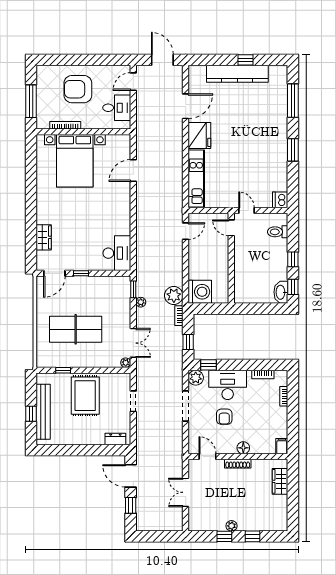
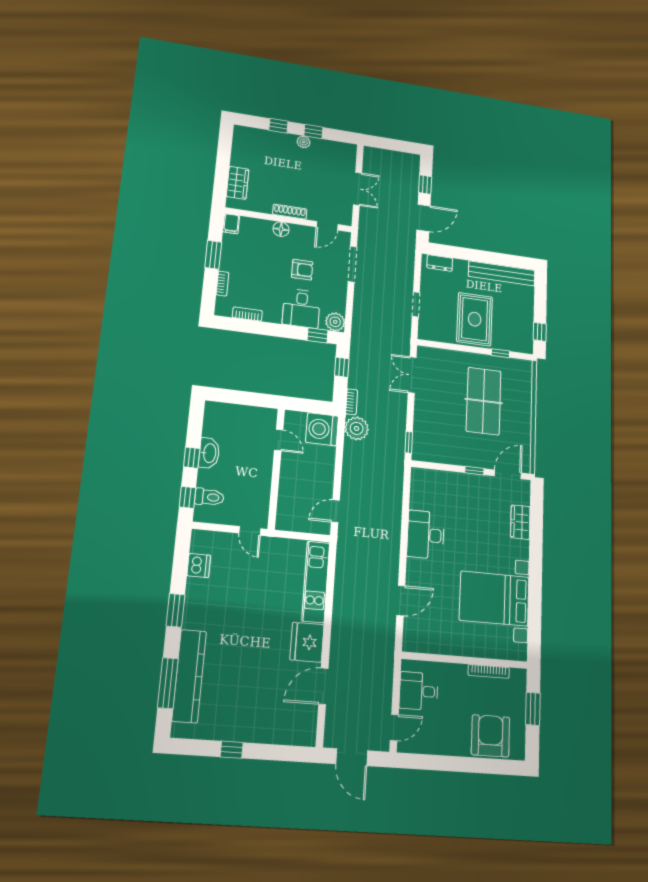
kitchen counter: (237, 74) -> (189, 676), moved, turned 90
armchair: (78, 89) -> (490, 736), moved, turned -90
window: (31, 101) -> (533, 709), width x0.69
bed with nightstands: (75, 161) -> (494, 599), moved, turned -90
dishwasher: (280, 200) -> (199, 565), moved
door: (231, 228) -> (279, 440), moved
desk: (117, 253) -> (426, 535), moved
window: (293, 287) -> (188, 497), moved
washbasin: (281, 292) -> (209, 453), moved
plant: (141, 302) -> (400, 425), removed
table tennis table: (76, 329) -> (484, 401), turned 90
plant: (126, 363) -> (423, 352), removed
desk: (228, 385) -> (301, 308), width x0.73
doorway: (186, 406) -> (352, 264), moved
bench: (43, 412) -> (502, 273), moved, turned 90
window: (31, 414) -> (540, 332), moved
armchair: (224, 417) -> (302, 270), turned 90
window: (293, 419) -> (213, 255), added
door: (208, 457) -> (327, 226), hinge flipped
door: (131, 476) -> (423, 218), hinge flipped

